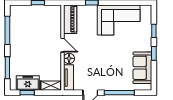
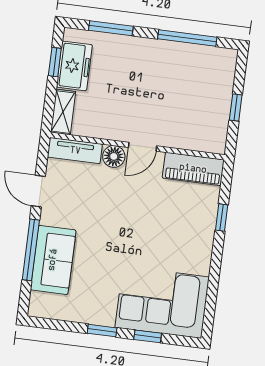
corner sofa: (119, 20) -> (162, 302), moved, turned 90
sofa: (142, 68) -> (53, 260), moved, turned 90

